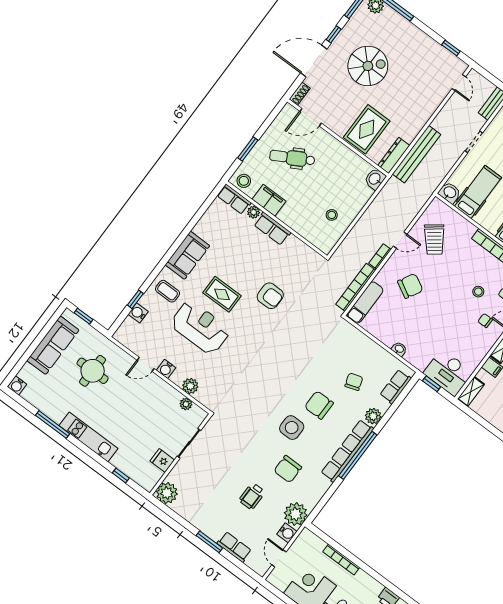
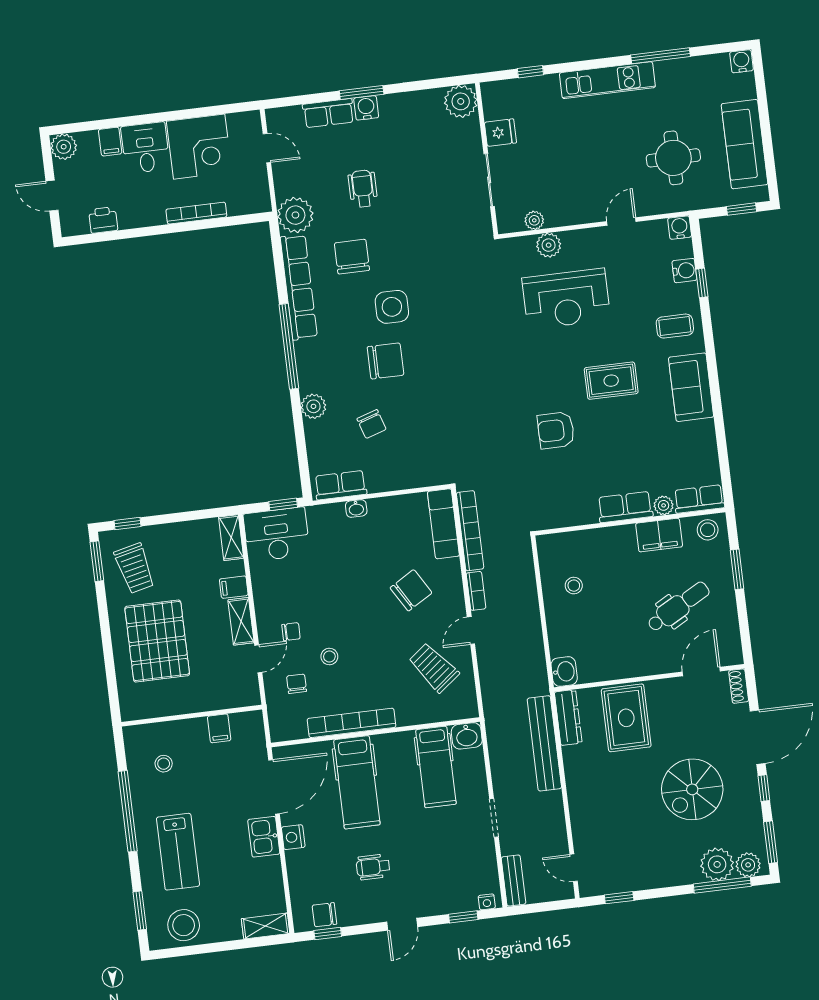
plant: (390, 20) -> (717, 864), added
chair: (410, 286) -> (411, 590), turned -150
reception desk: (200, 327) -> (566, 299), moved
water cooler: (166, 369) -> (680, 228), moved
row of seats: (396, 387) -> (340, 485), moved, turned -90
row of seats: (347, 451) -> (299, 287), moved
water cooler: (287, 533) -> (366, 108), moved, turned 90

